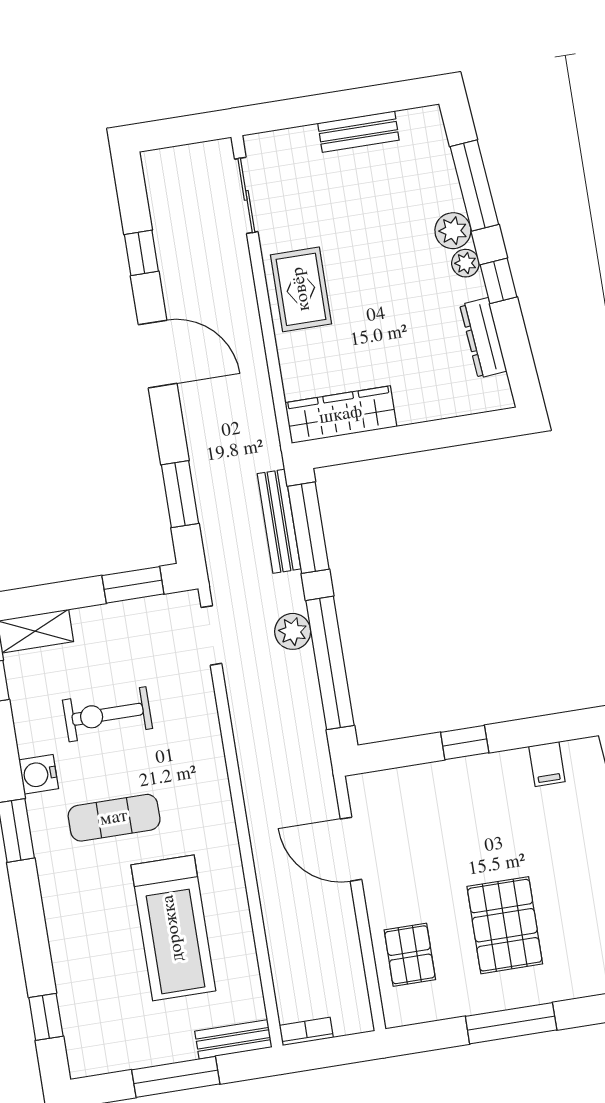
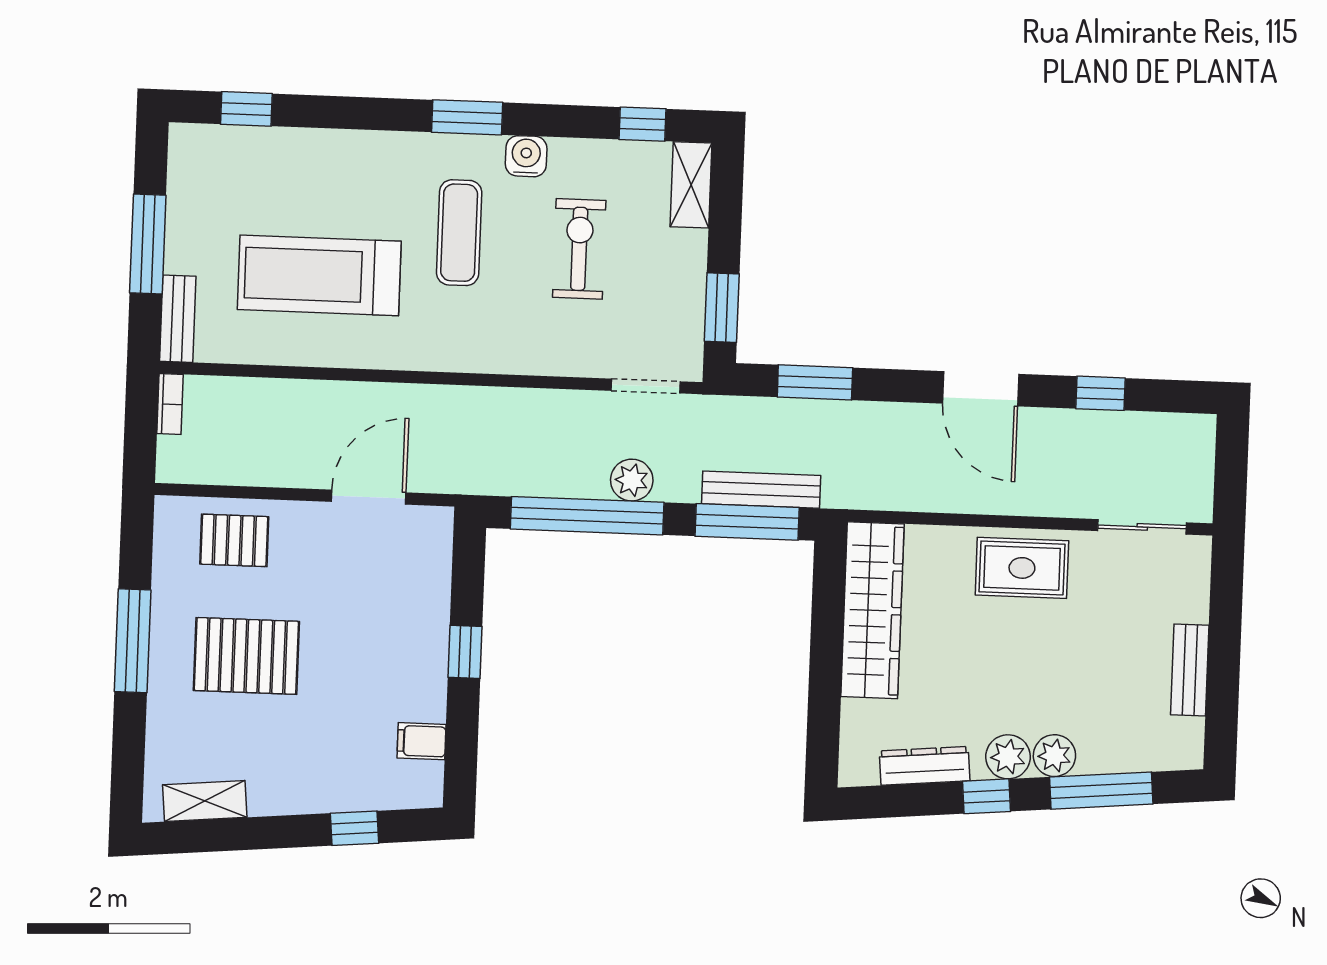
plant: (465, 263) -> (1008, 757), width x1.38, depth x1.38
door: (158, 354) -> (981, 389), hinge flipped
wardrobe: (341, 415) -> (872, 610), width x1.40, depth x1.17

